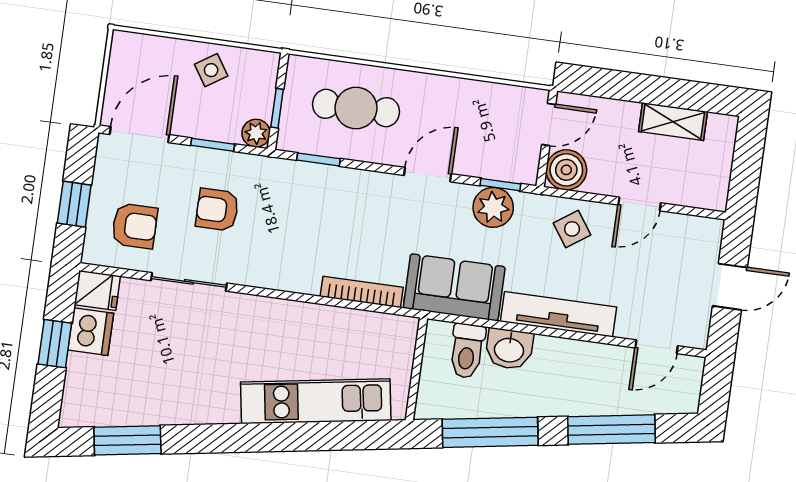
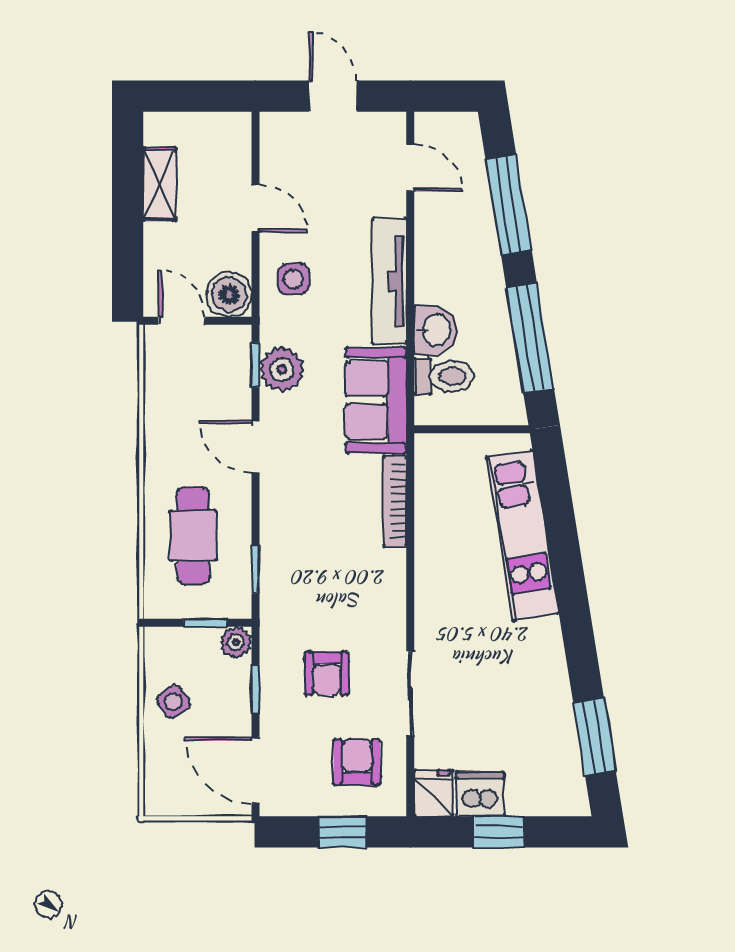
side table: (572, 229) -> (293, 279), turned 35

